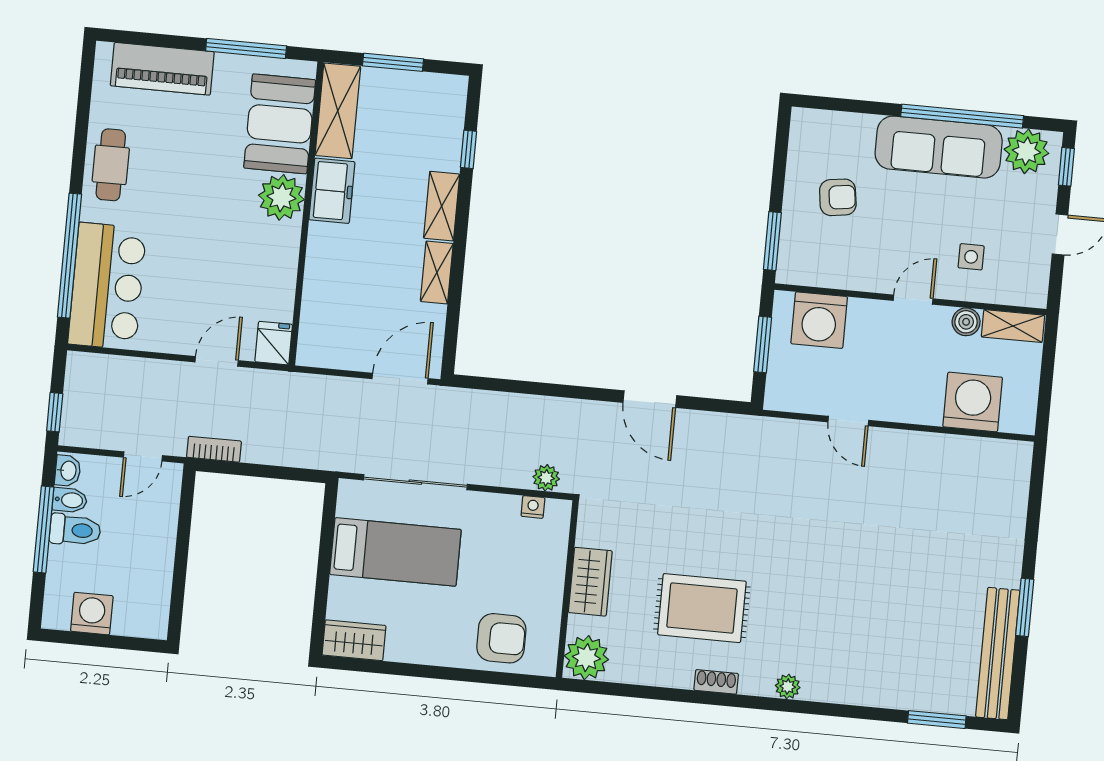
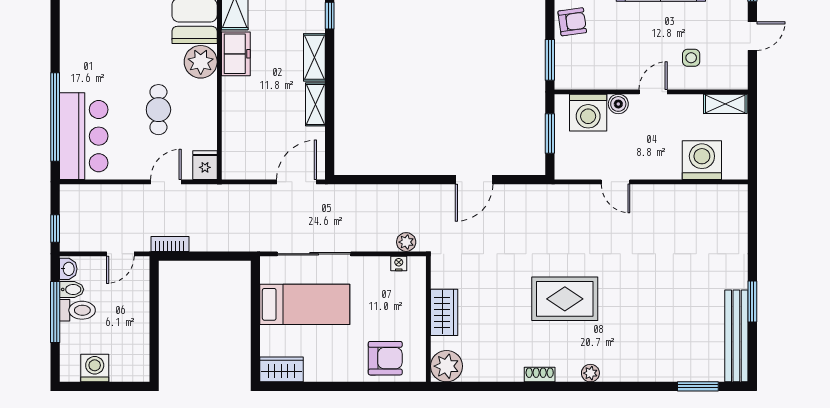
cafe table: (111, 165) -> (158, 110), moved
armchair: (838, 197) -> (572, 22), moved
boiler: (966, 322) -> (618, 104), moved
door: (650, 399) -> (474, 180), hinge flipped
rug: (702, 608) -> (565, 299), moved

